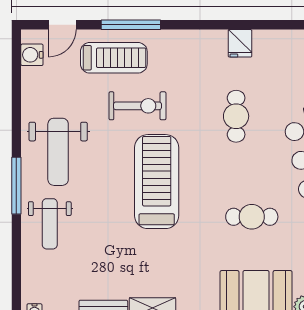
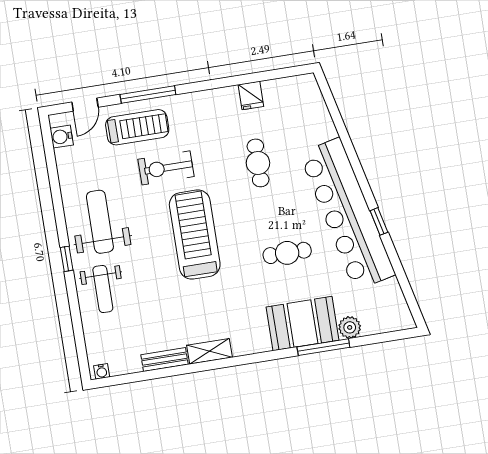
exercise bike: (138, 106) -> (166, 168), turned 180
weight bench: (58, 152) -> (100, 222), turned 180
window: (16, 186) -> (67, 259), width x0.46

